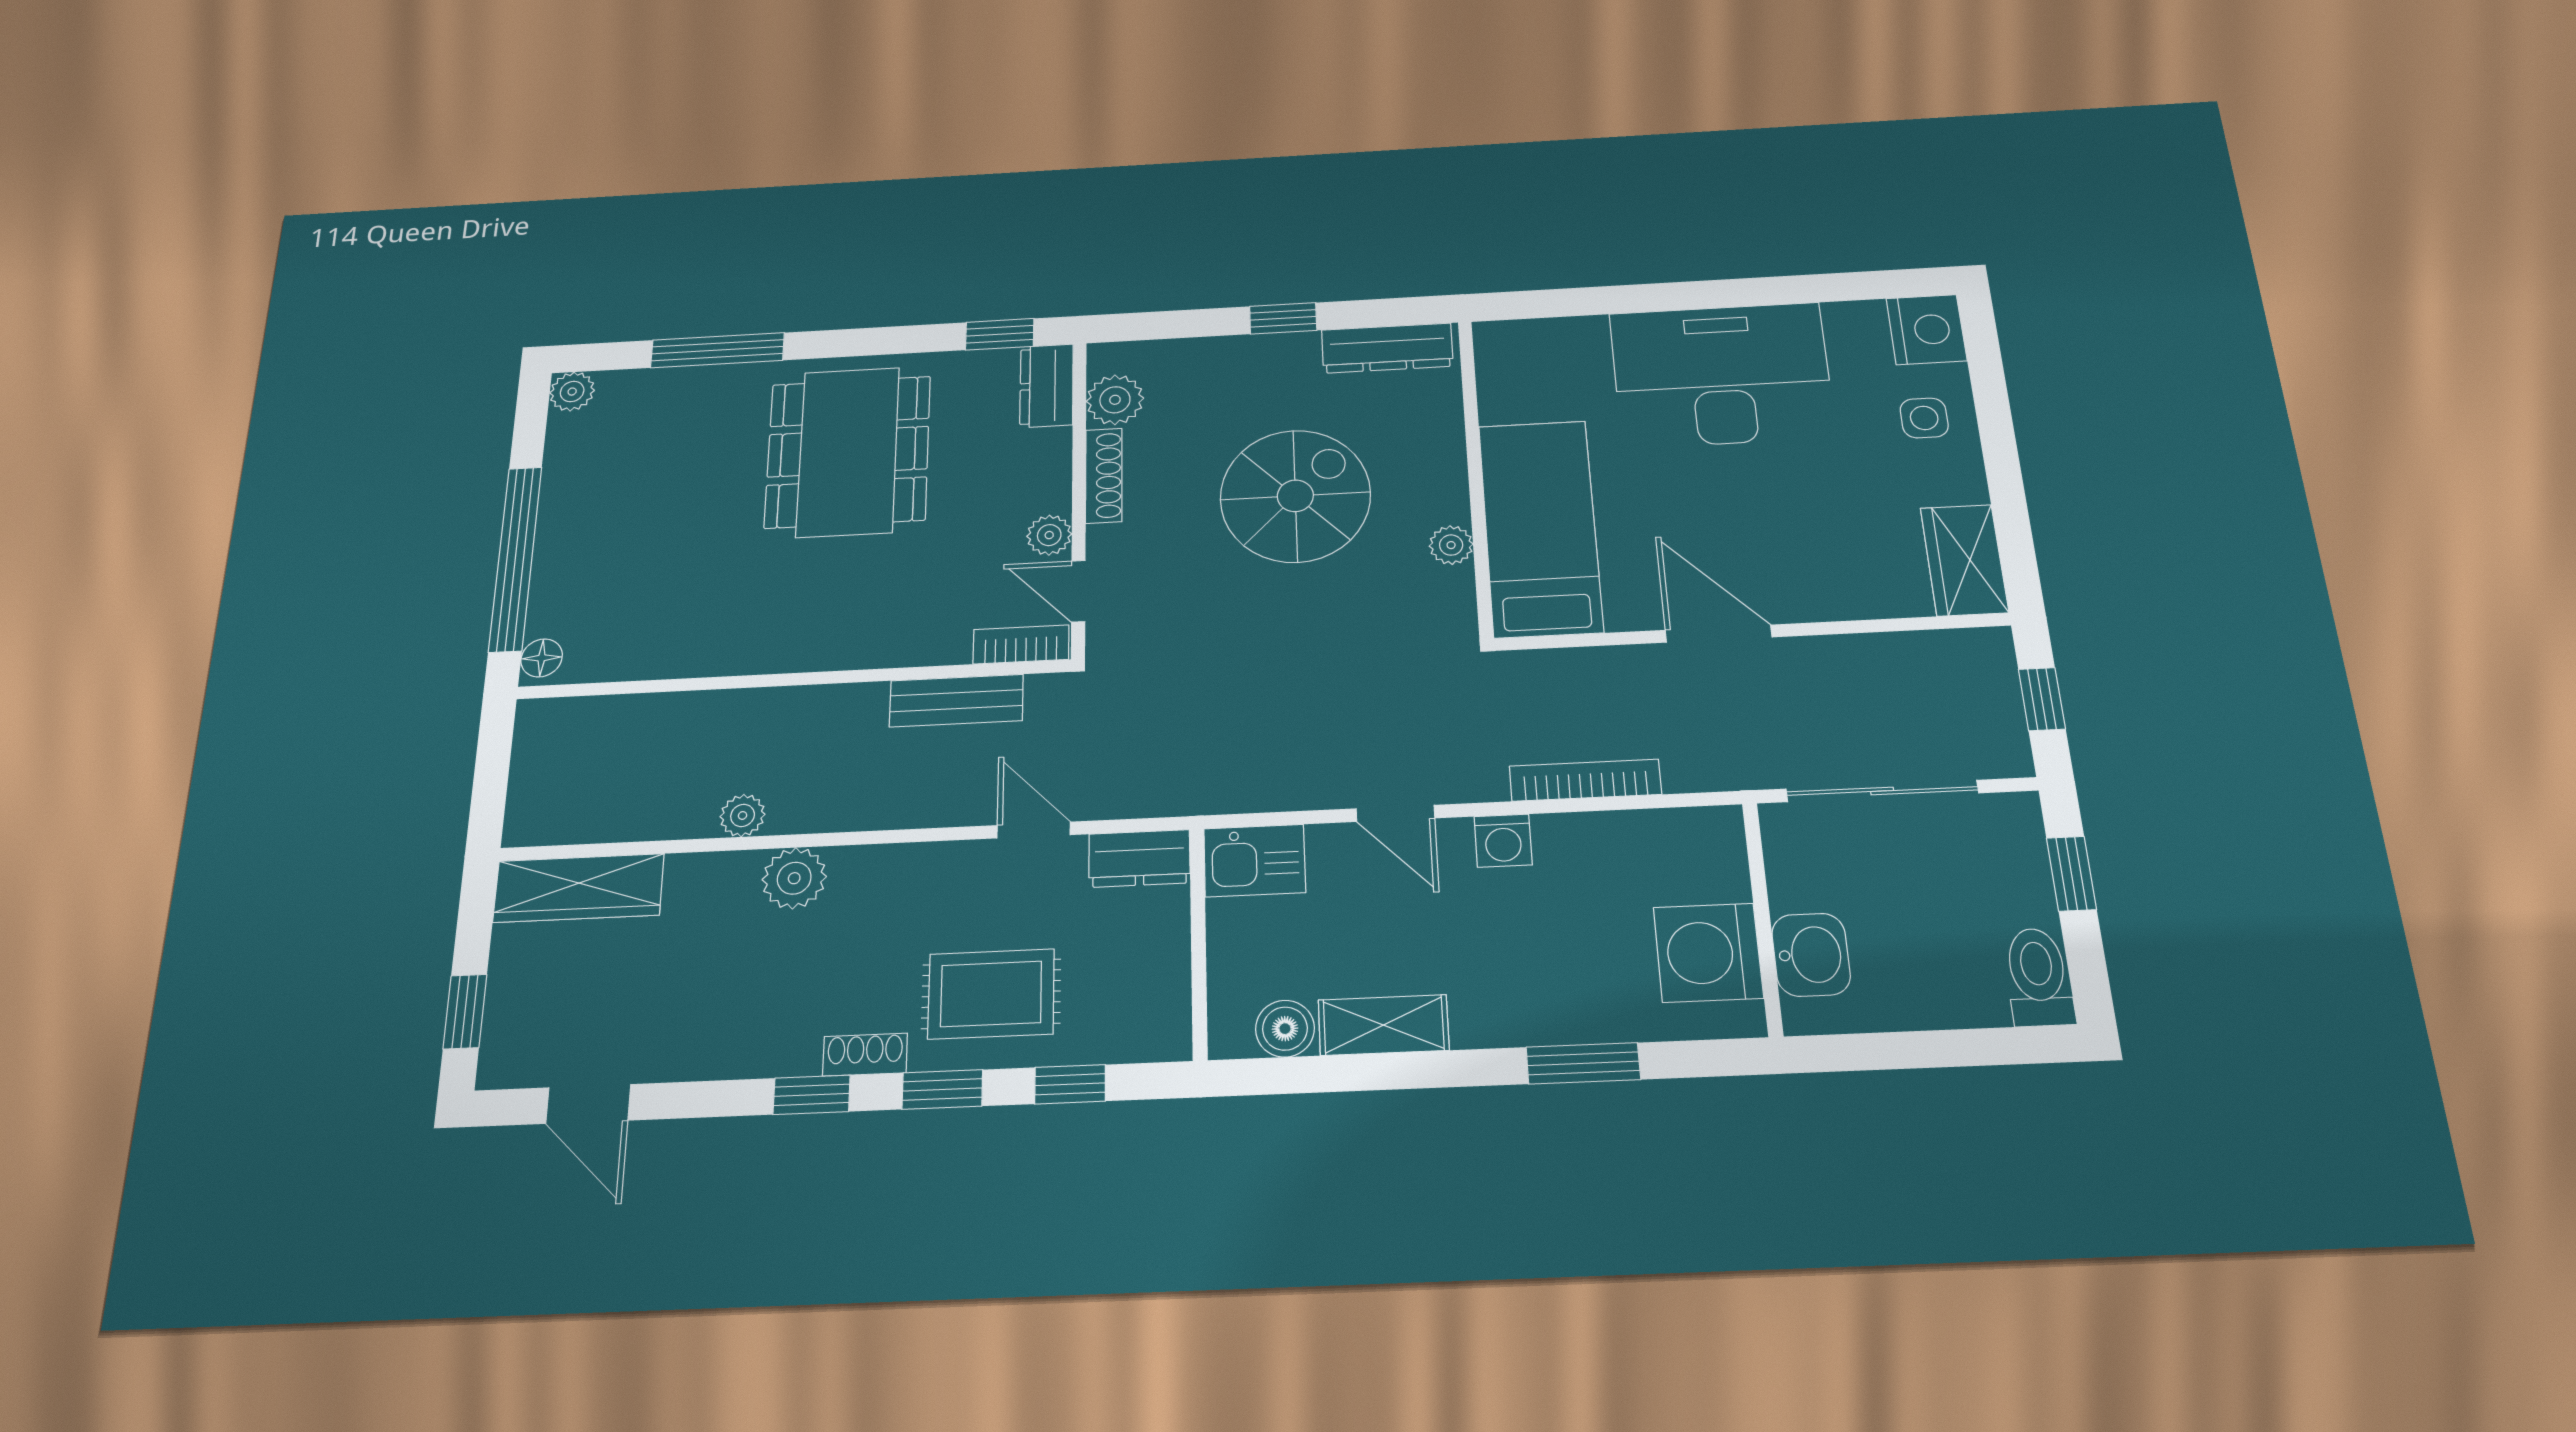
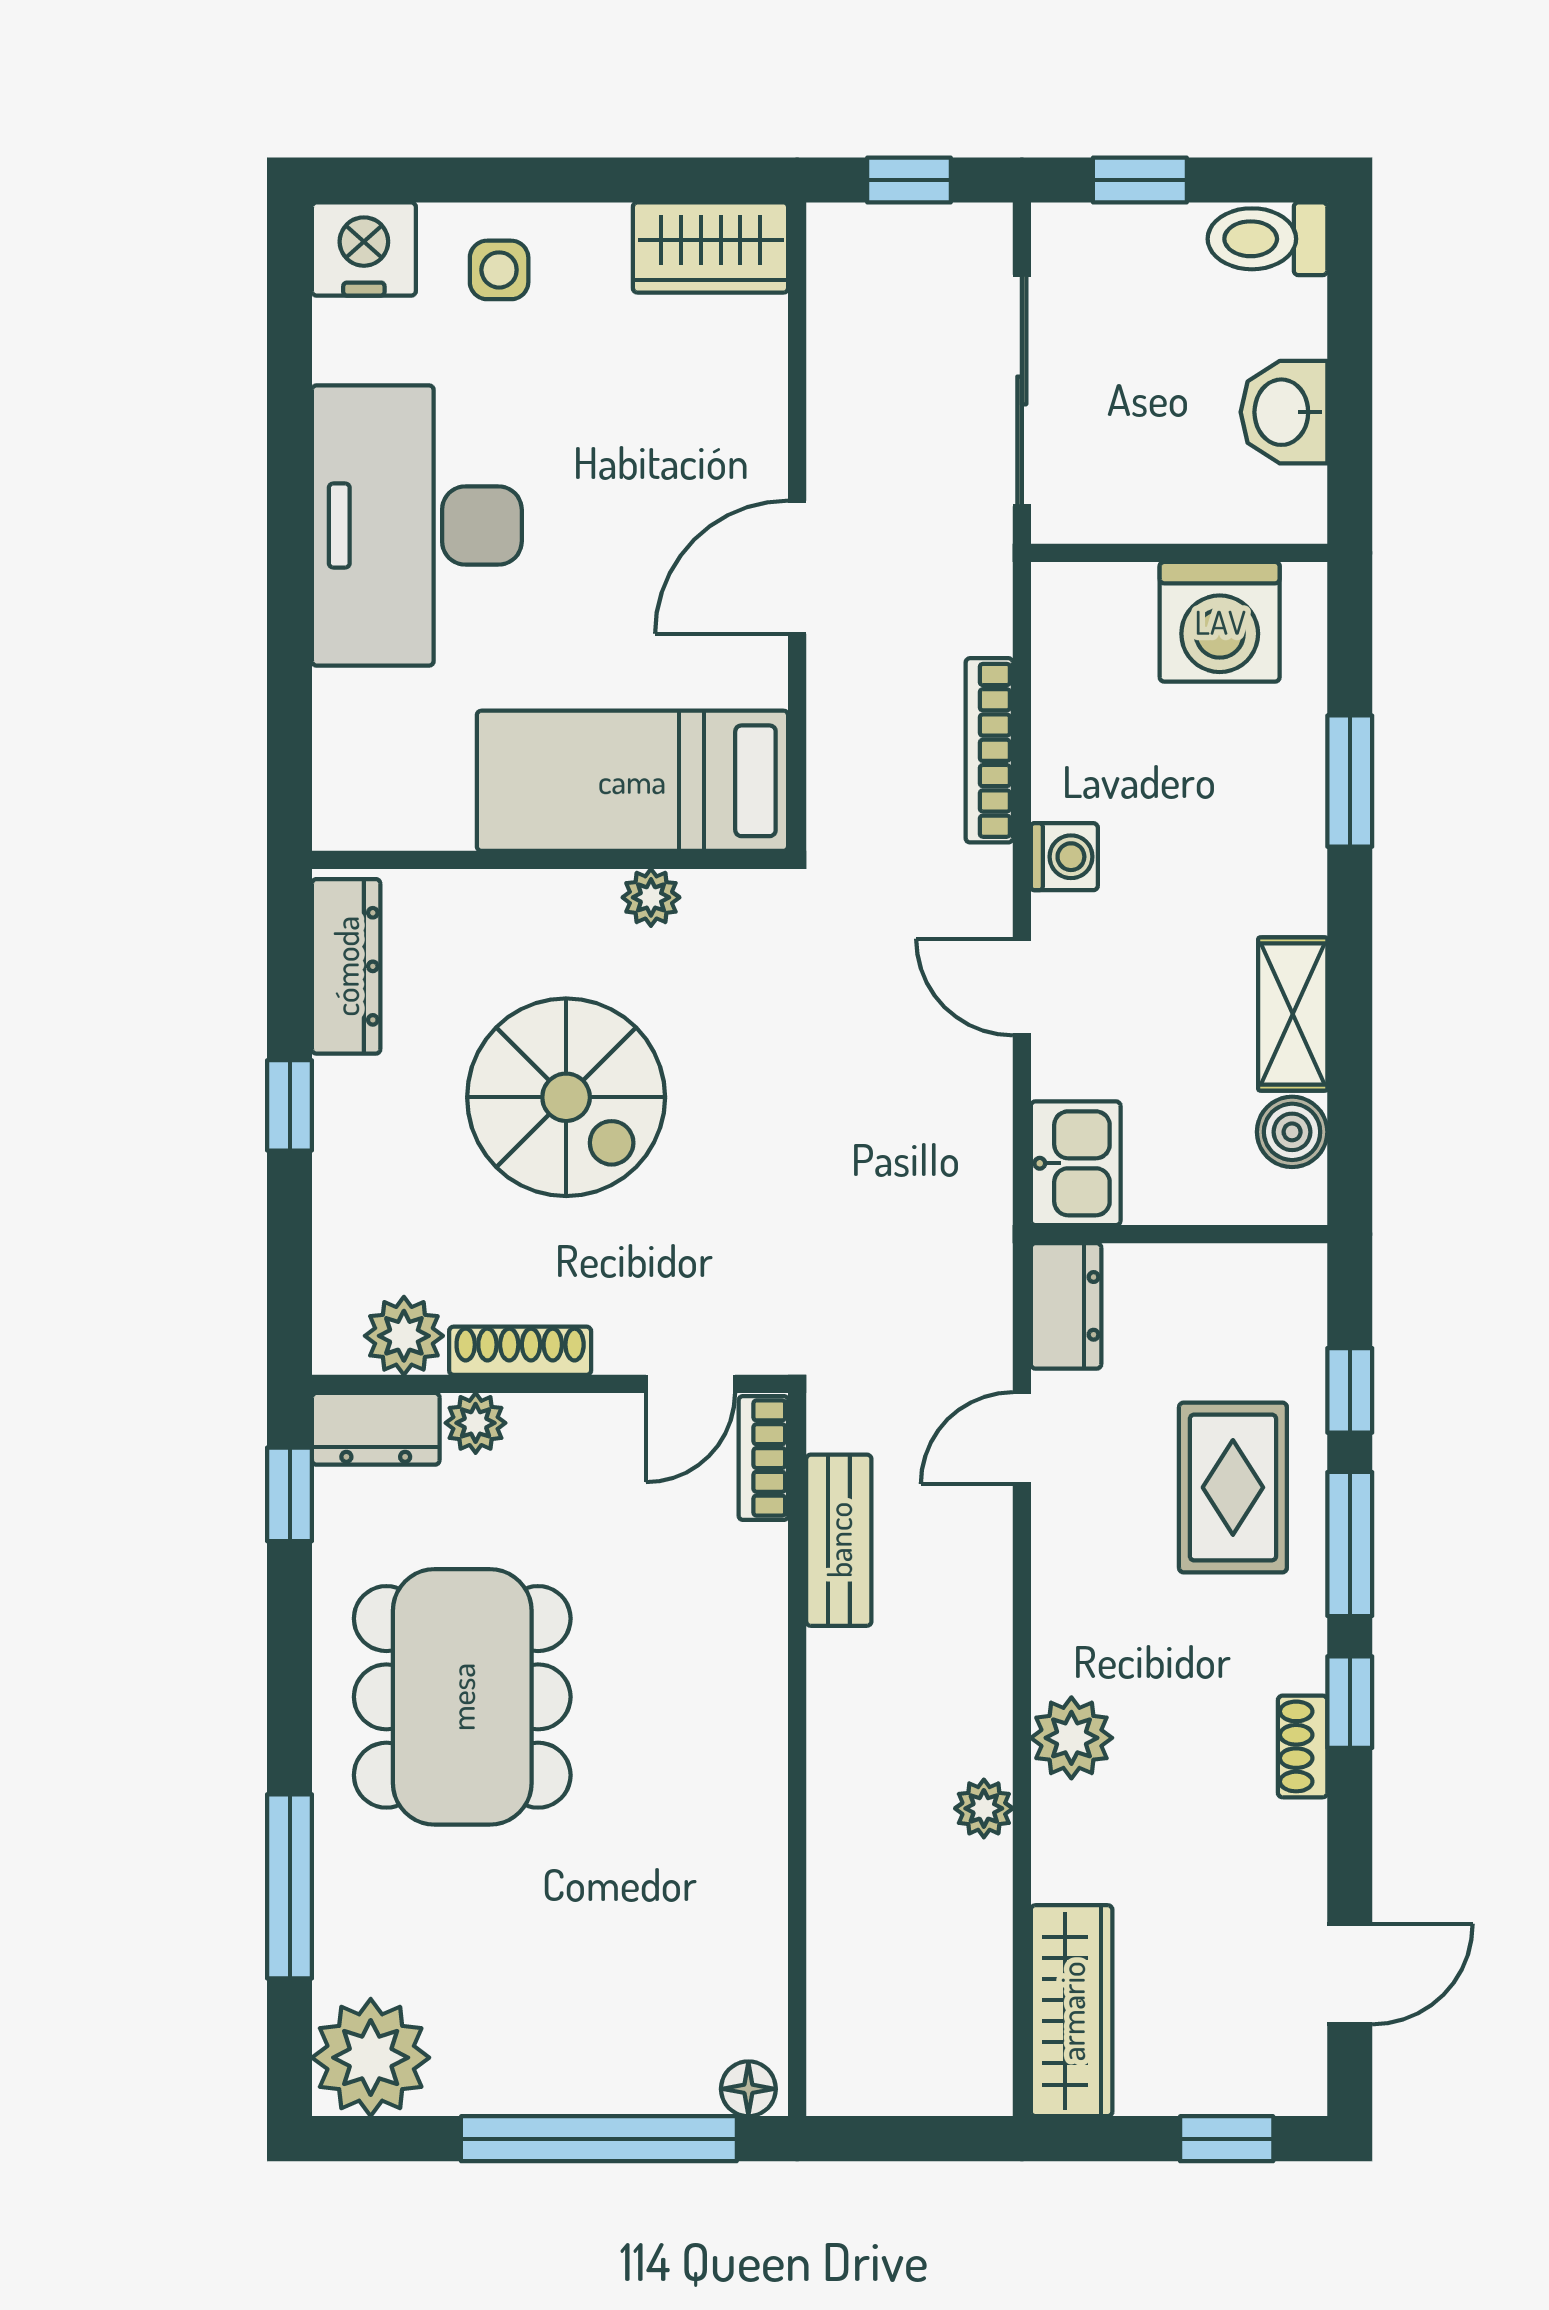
plant: (572, 392) -> (371, 2058), width x1.88, depth x1.88
dining table: (848, 452) -> (462, 1697), turned 90
spiral stairs: (1295, 496) -> (566, 1097), turned 180
plant: (1049, 535) -> (476, 1423), moved
door: (1395, 813) -> (1022, 987), swing flipped
washbasin: (1811, 955) -> (1284, 412), moved, turned -90
shoe rack: (865, 1055) -> (1303, 1746), moved
window: (942, 1089) -> (1350, 1544), width x1.50

